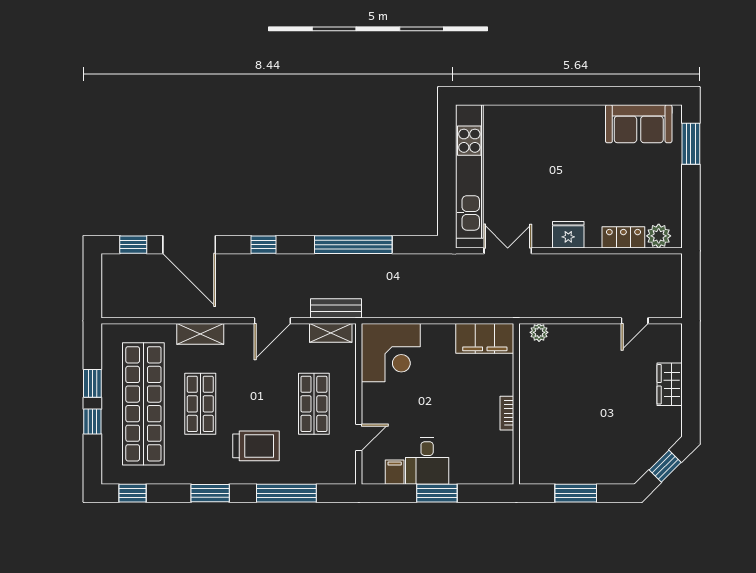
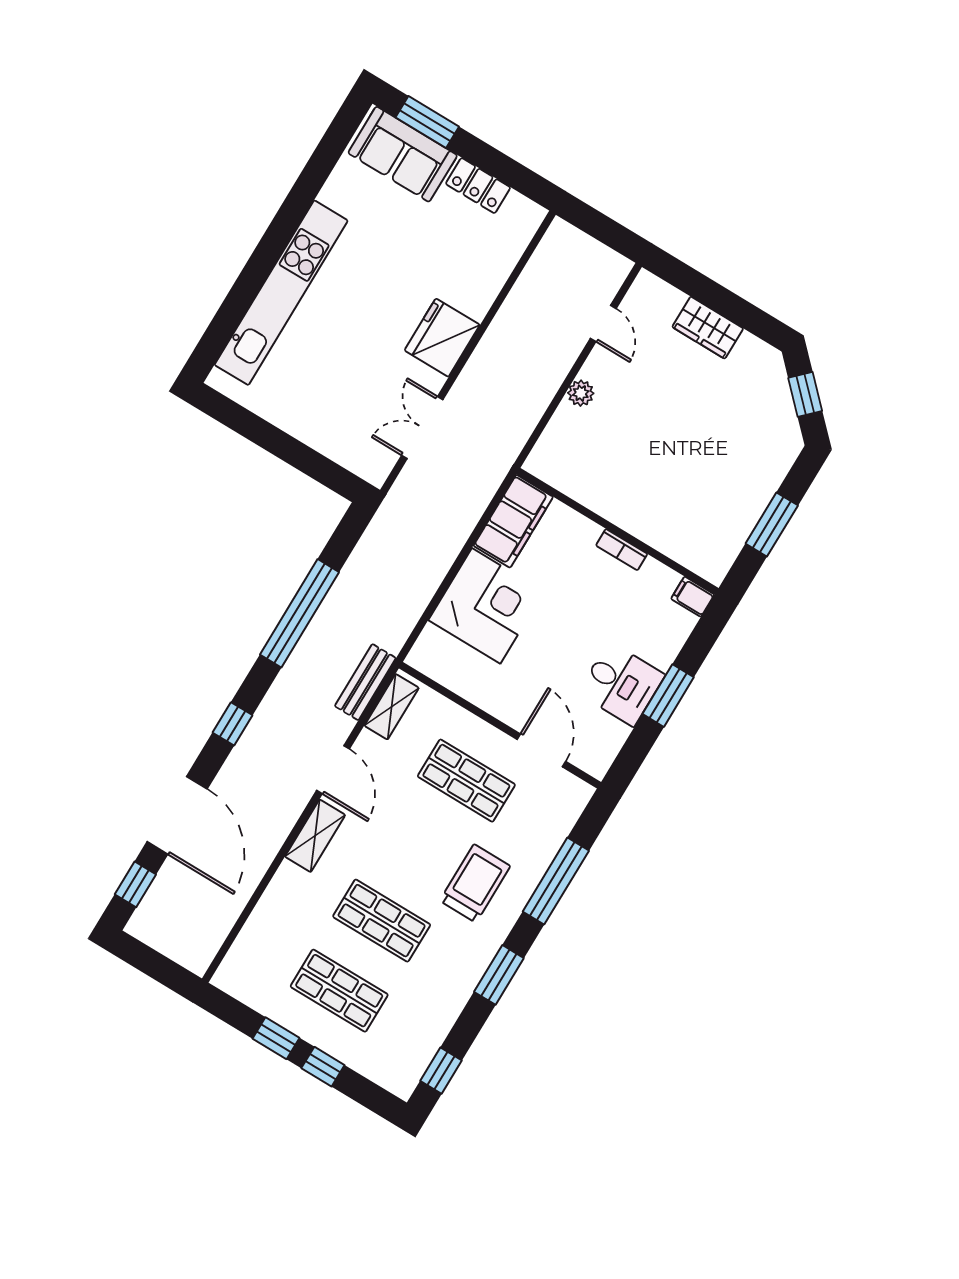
sofa: (639, 124) -> (403, 154), moved, turned 90
kitchen unit: (469, 171) -> (281, 293), moved, turned 90
fridge: (568, 235) -> (442, 338), width x1.36, depth x1.34
plant: (659, 236) -> (517, 231), removed
locker: (623, 237) -> (478, 186), moved, turned -90
door: (189, 245) -> (177, 815), hinge flipped
plant: (539, 332) -> (581, 393), moved
shelving: (200, 334) -> (315, 836), moved
corner desk: (391, 353) -> (486, 606), moved
shop shelf: (143, 404) -> (339, 991), width x0.50, depth x0.74
door: (359, 438) -> (541, 750), width x1.38
filing cabinet: (395, 472) -> (693, 597), moved

